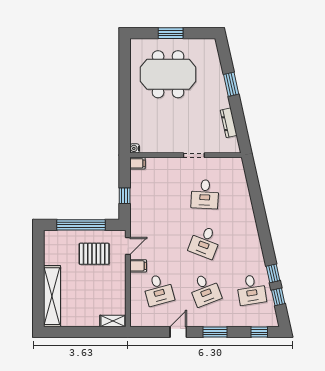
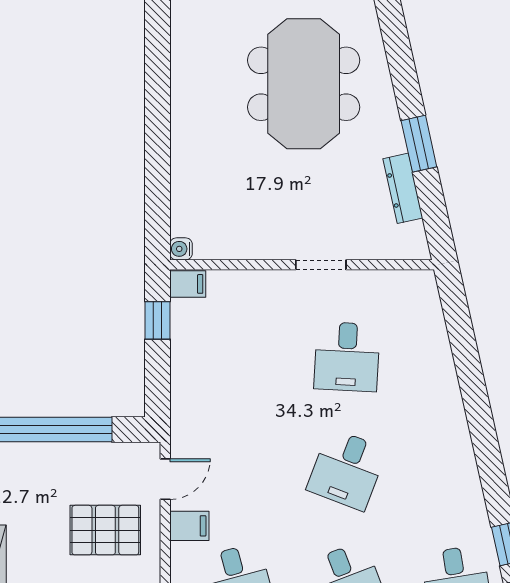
meeting table: (168, 74) -> (304, 84), moved, turned 90
window: (231, 84) -> (419, 144), moved
window: (125, 196) -> (157, 320), moved
pallet: (94, 254) -> (105, 530), moved

